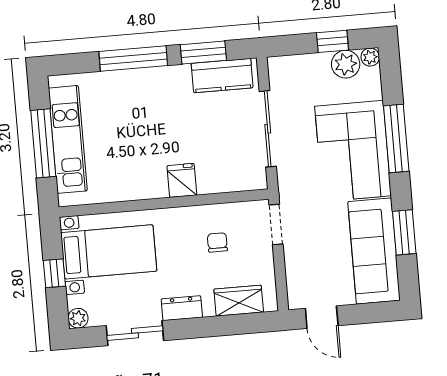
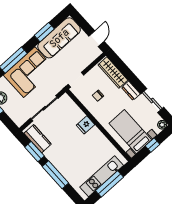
wardrobe: (239, 301) -> (113, 73), width x1.50

